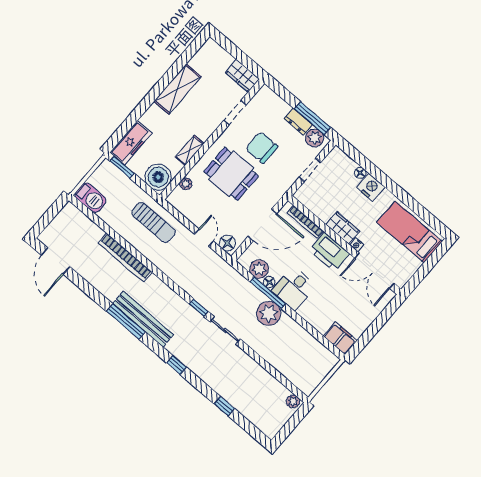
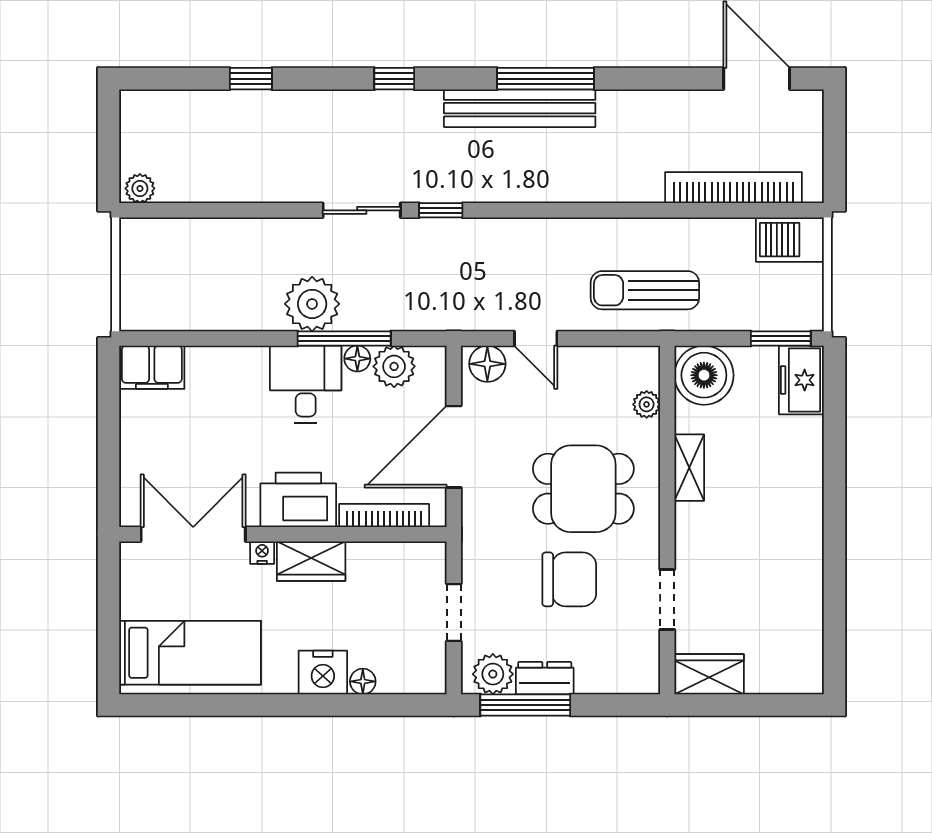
shelving: (178, 89) -> (801, 555), removed
freezer: (131, 143) -> (801, 380), width x0.71
bookcase: (125, 258) -> (734, 188), moved

